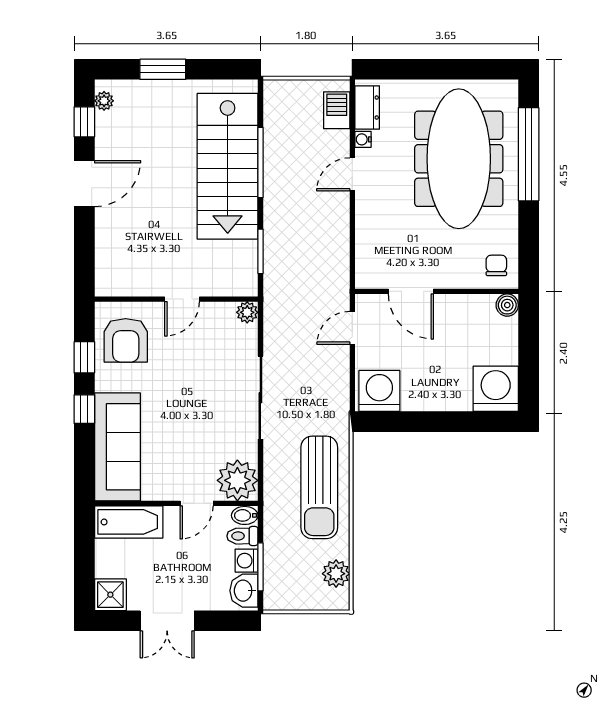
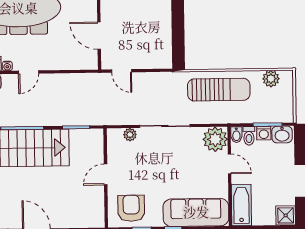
door: (352, 174) -> (29, 72), hinge flipped
door: (411, 291) -> (99, 36), swing flipped
door: (182, 299) -> (106, 174), swing flipped
plant: (247, 312) -> (130, 135), moved
armchair: (126, 340) -> (131, 208), turned -90
washing machine: (379, 391) -> (160, 54), removed

